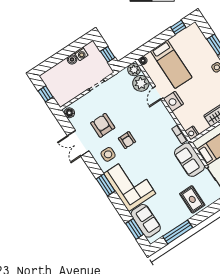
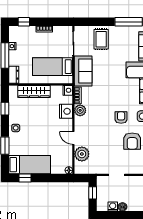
bed: (171, 64) -> (30, 165), moved, turned 90
plant: (134, 70) -> (80, 110), moved
door: (158, 93) -> (73, 138), swing flipped
nightstand: (173, 101) -> (66, 111), moved

